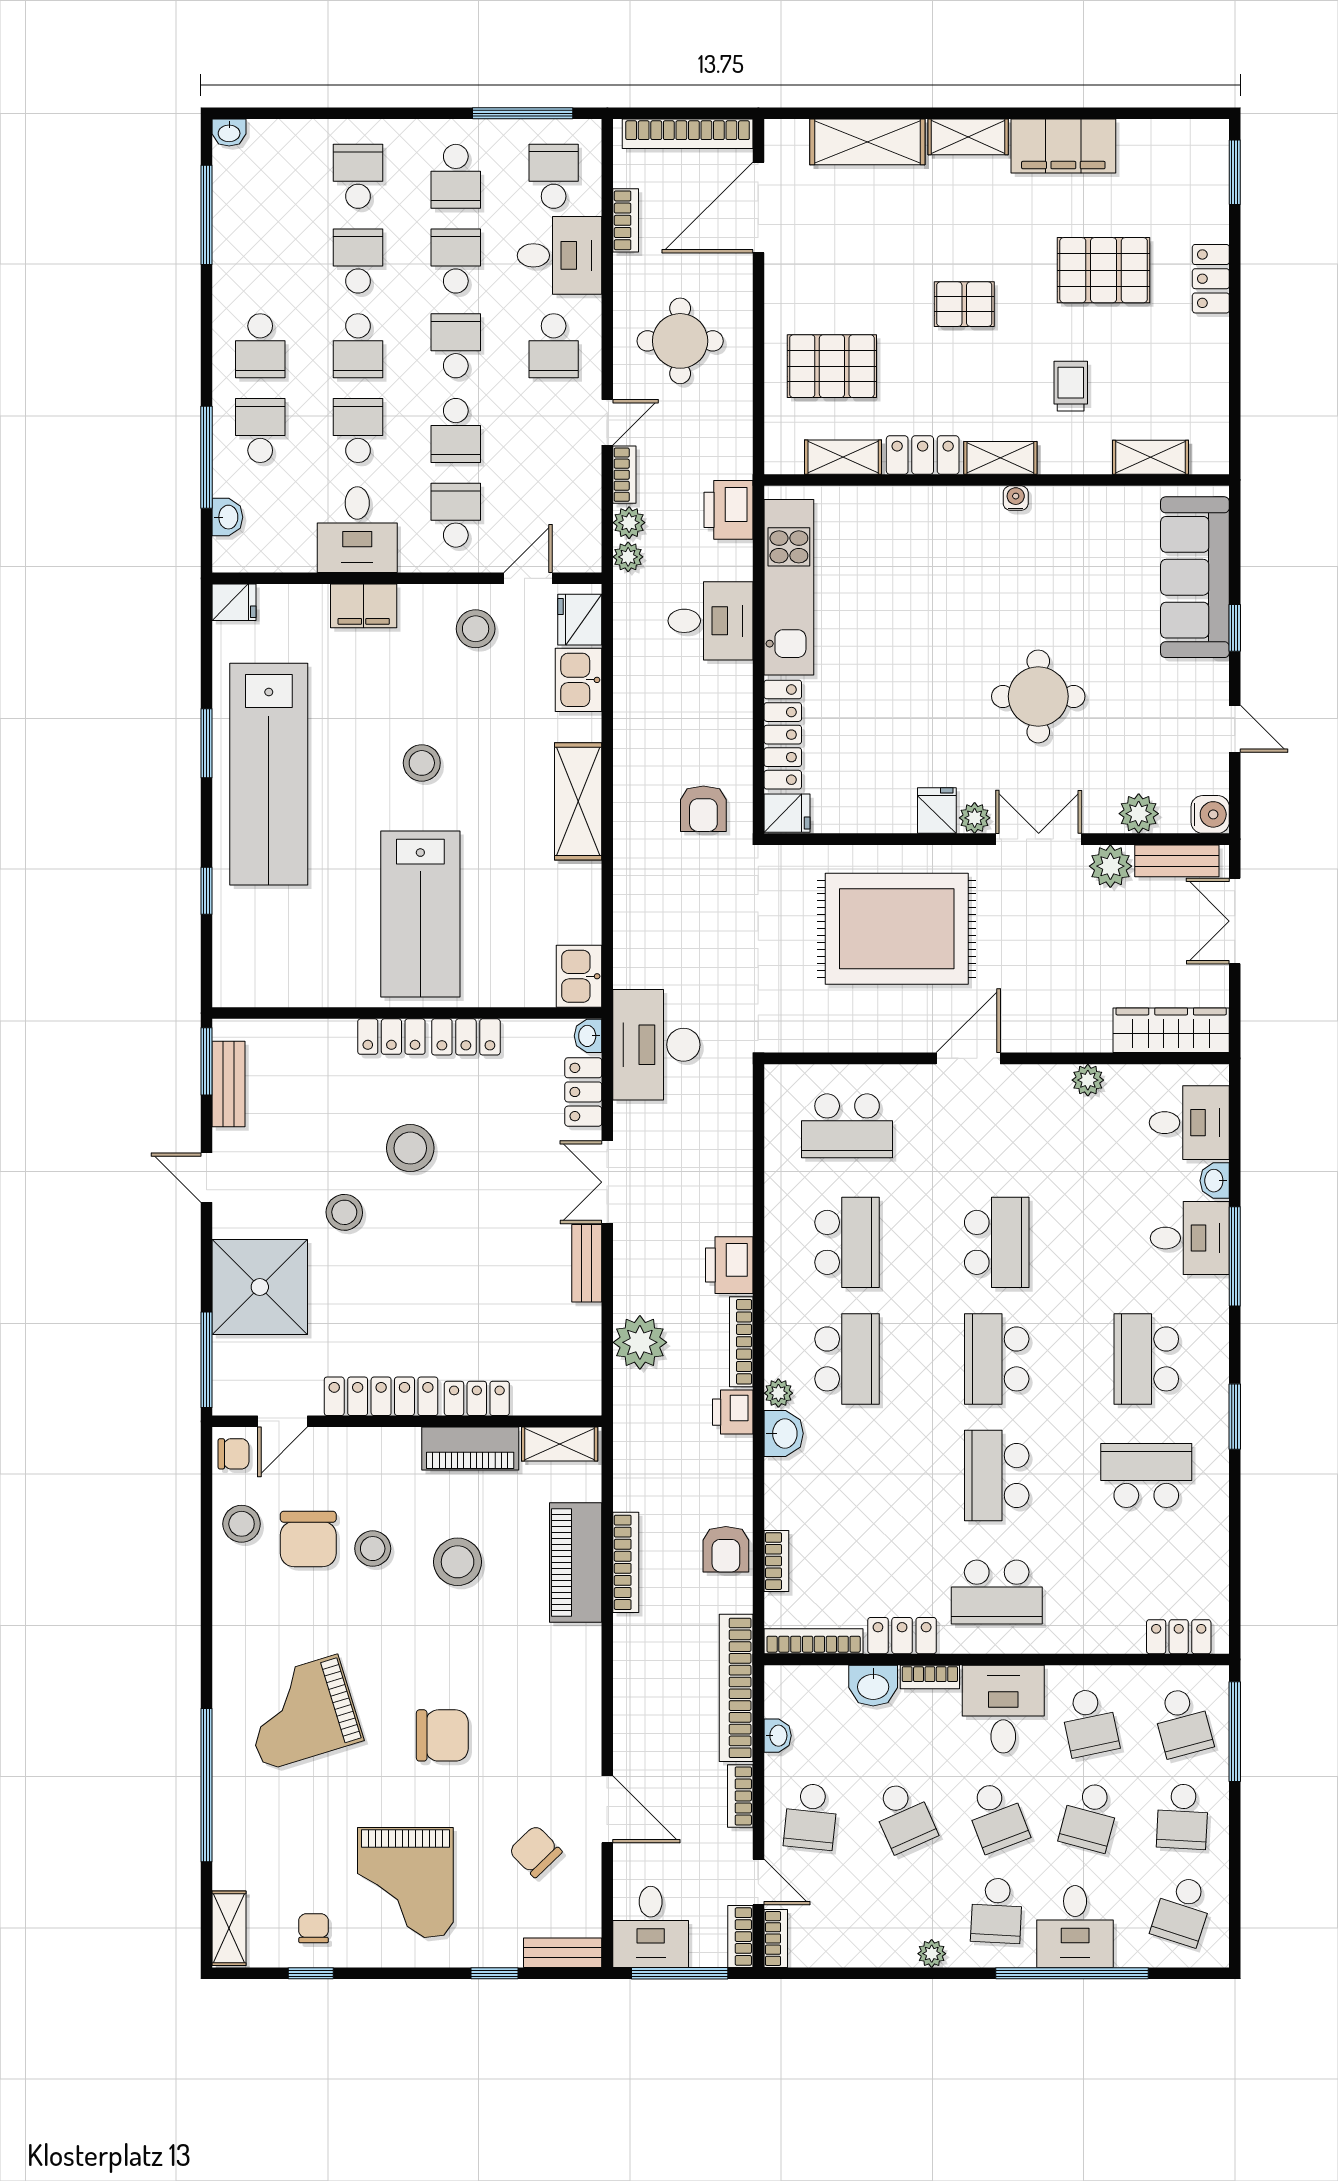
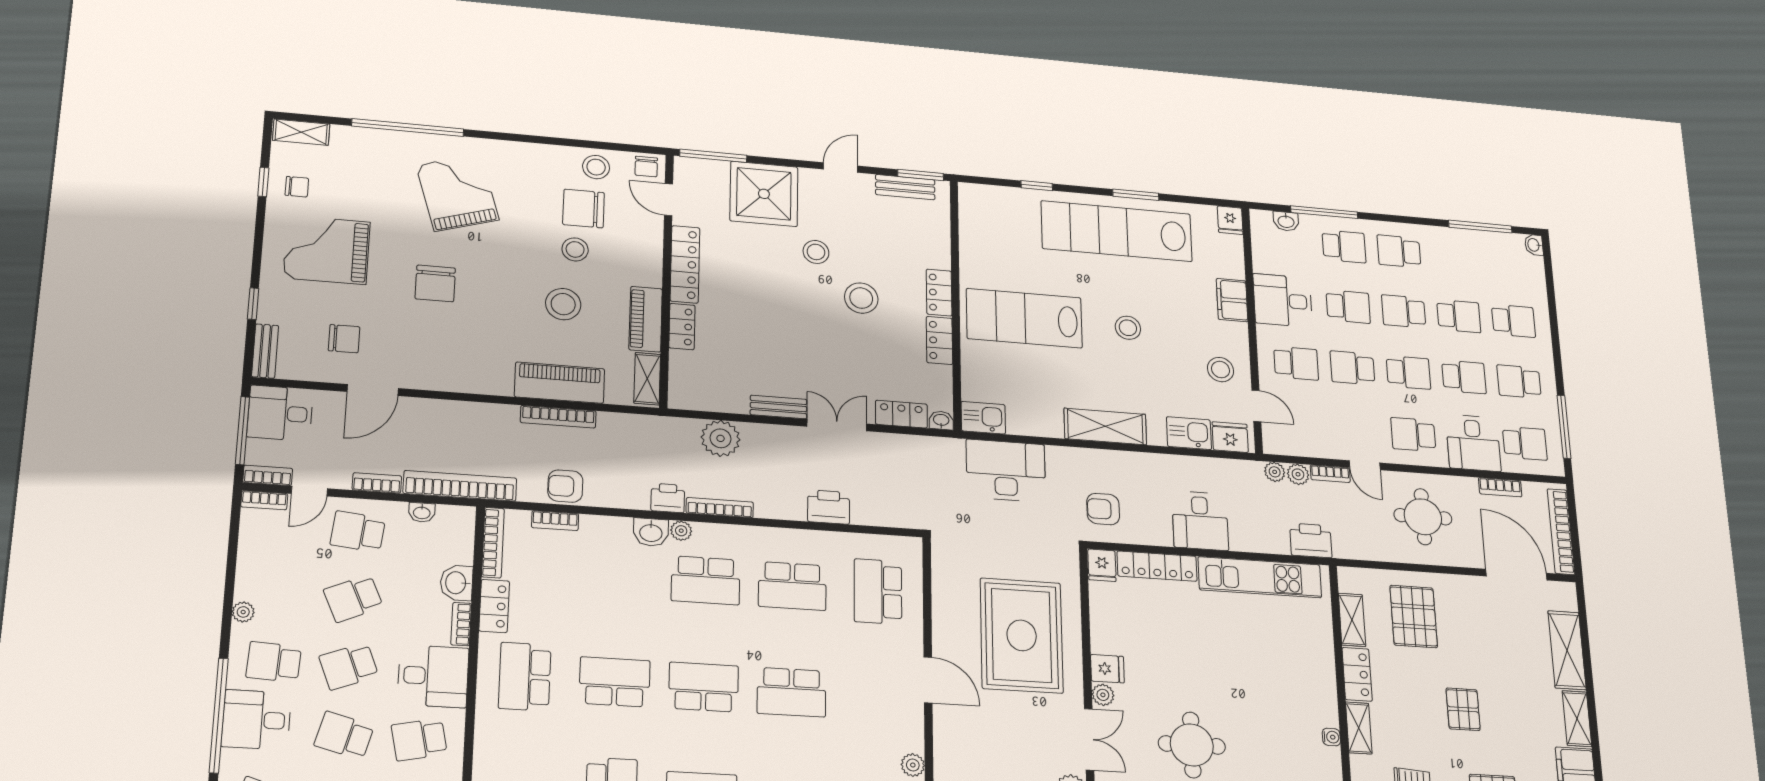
desk: (710, 621) -> (1200, 521), moved
desk: (656, 1045) -> (1006, 471), moved
printer: (729, 1265) -> (829, 507), moved
chair: (535, 1851) -> (344, 339), turned 44

